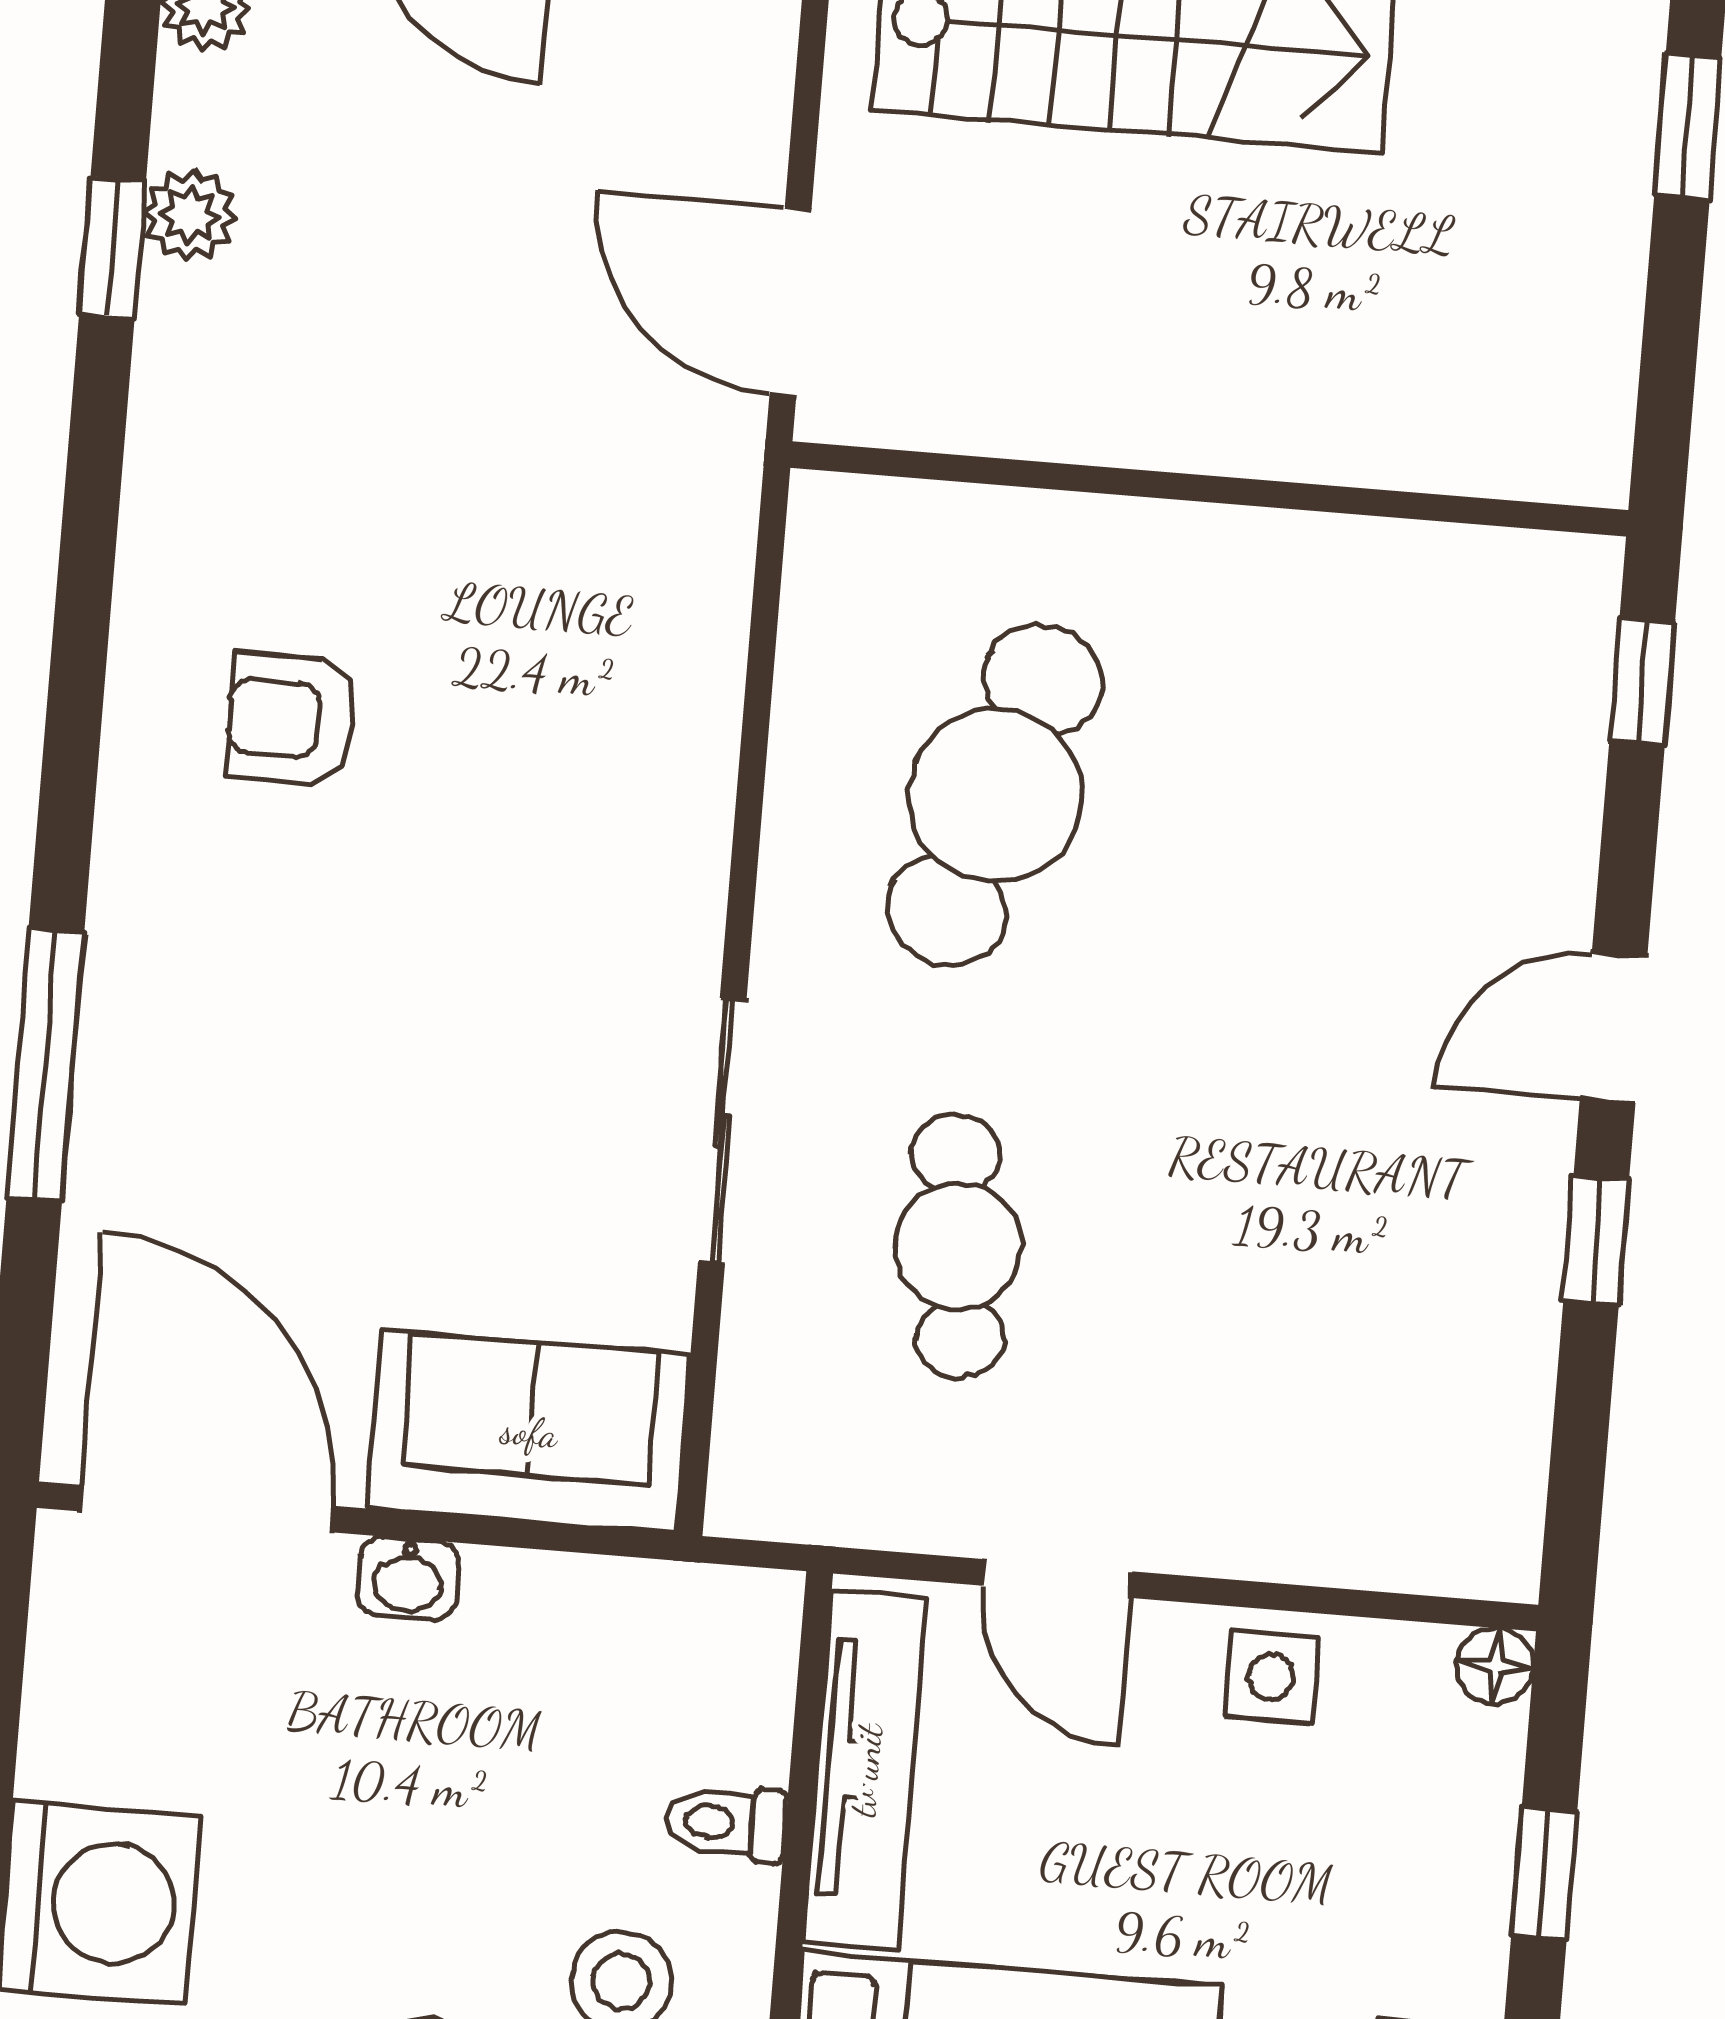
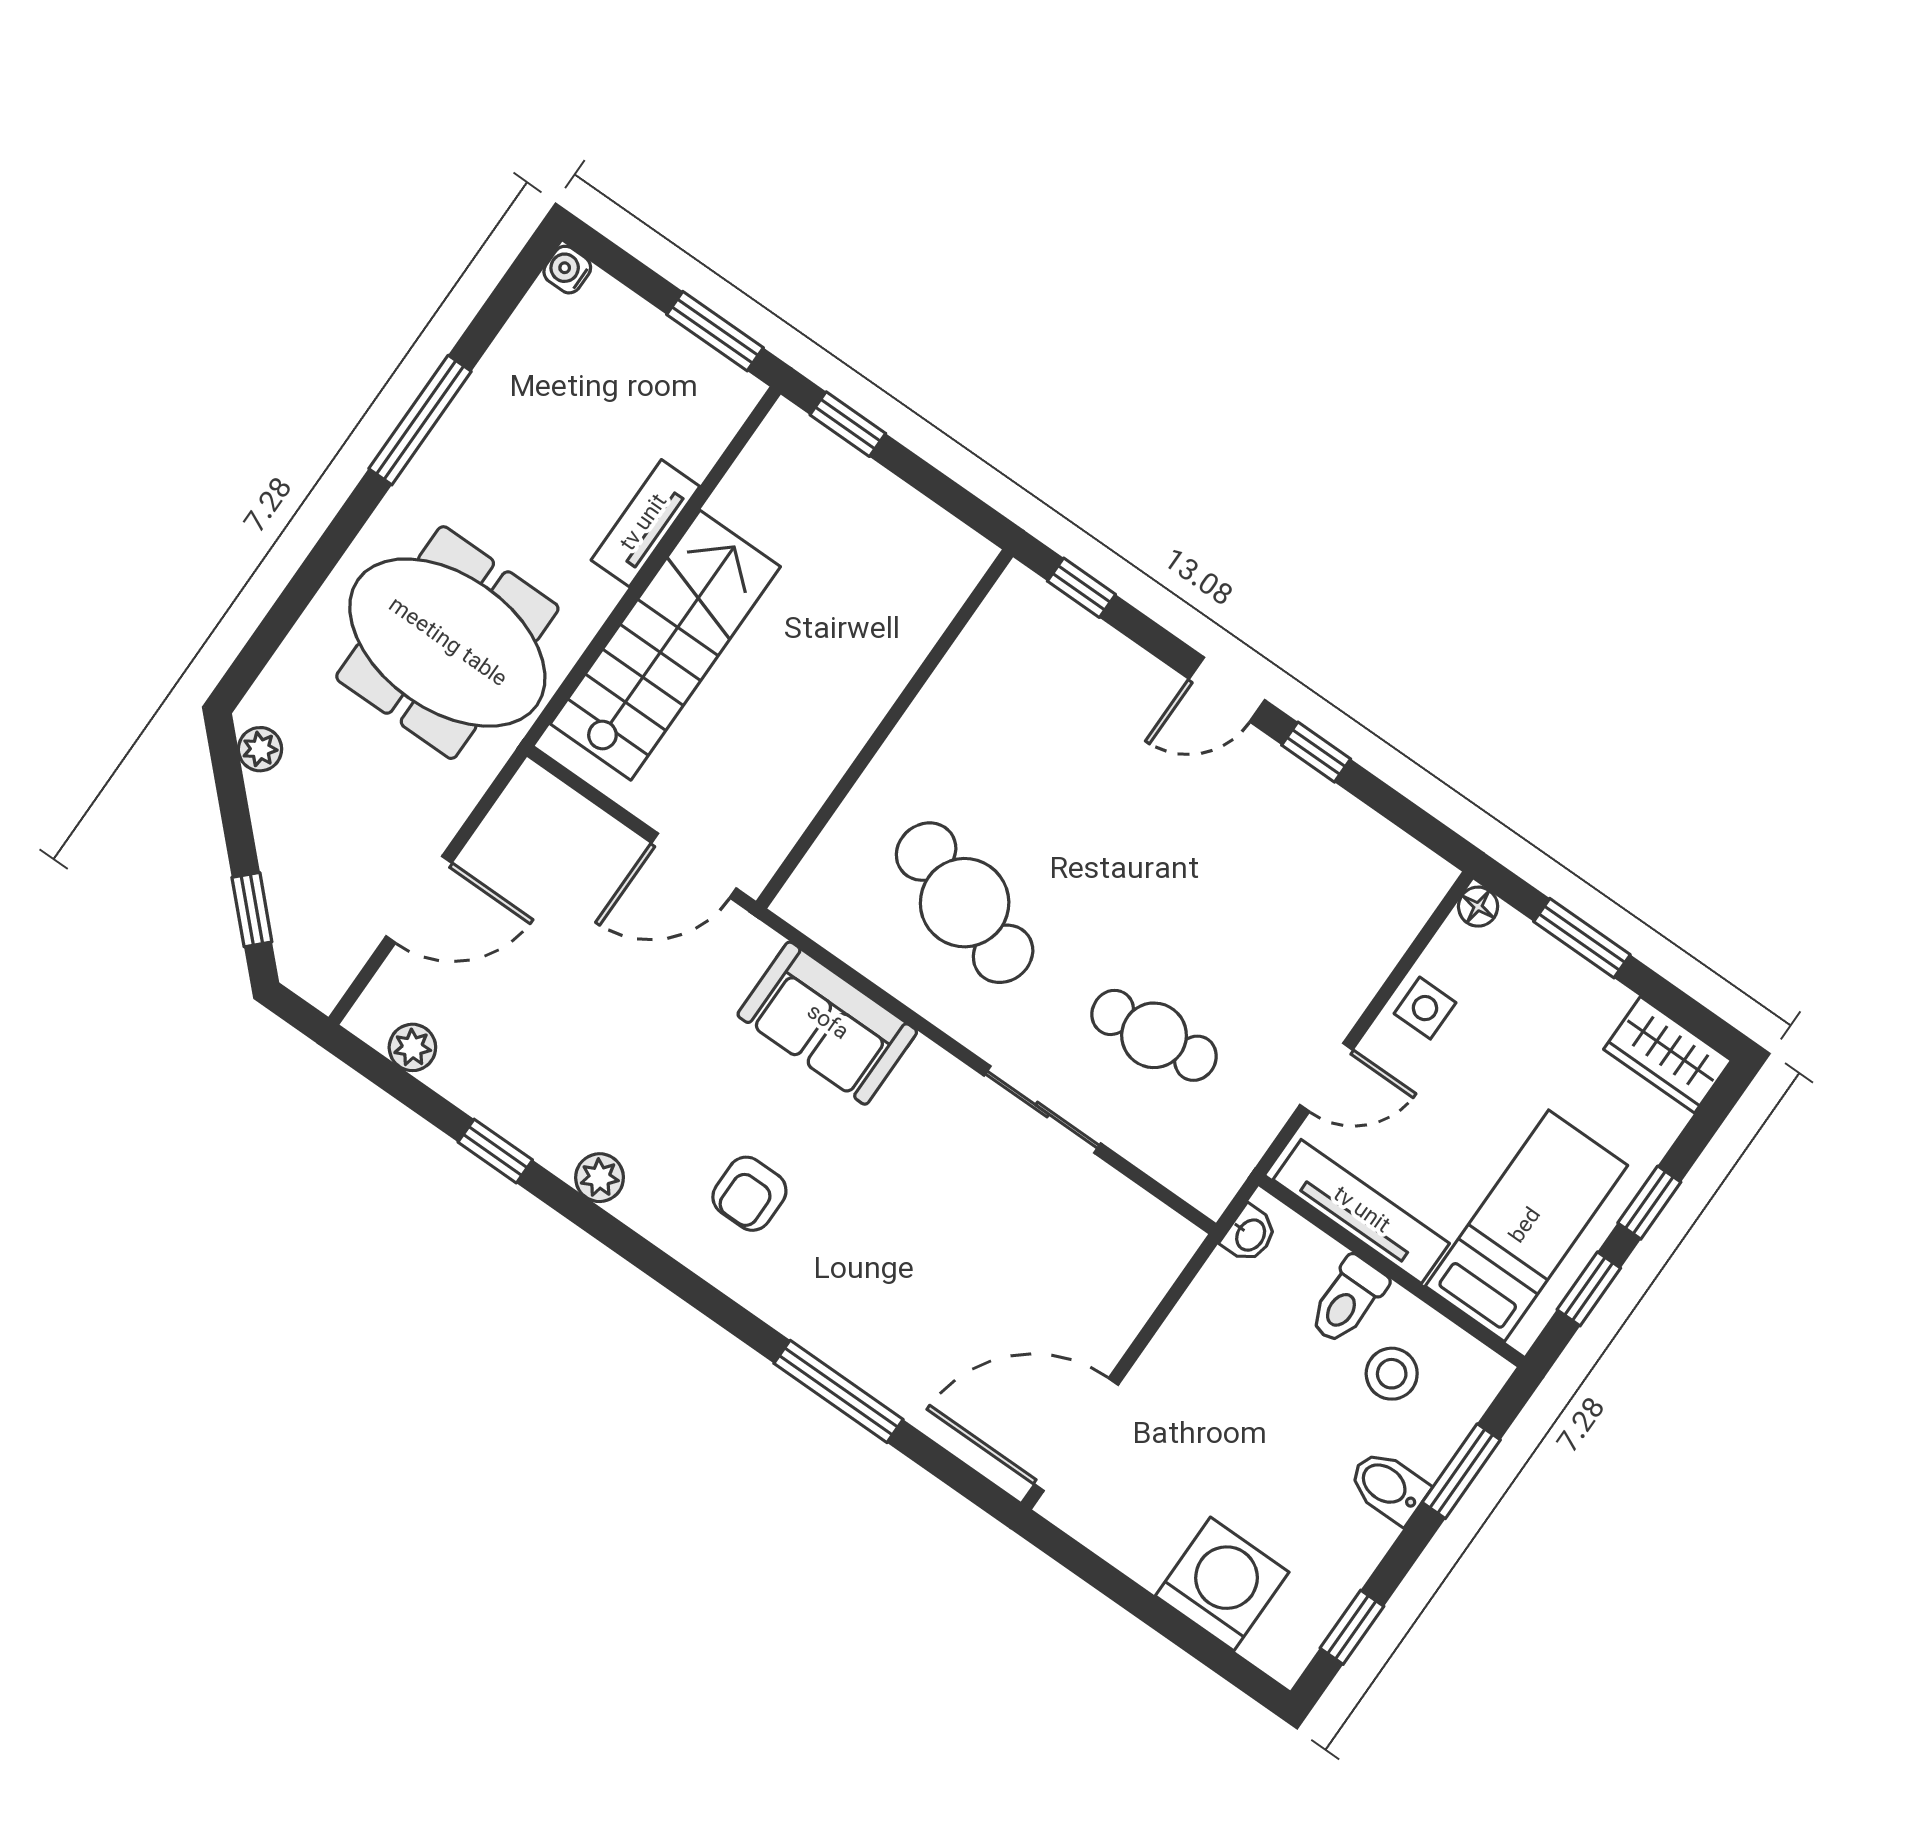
plant: (190, 215) -> (600, 1178), moved
door: (1614, 1028) -> (1227, 690), hinge flipped
sofa: (529, 1432) -> (827, 1023), moved, turned -90
washbasin: (408, 1579) -> (1250, 1234), moved
toilet: (726, 1823) -> (1348, 1300), width x1.37, depth x1.39
window: (1544, 1873) -> (1582, 938), width x1.50

